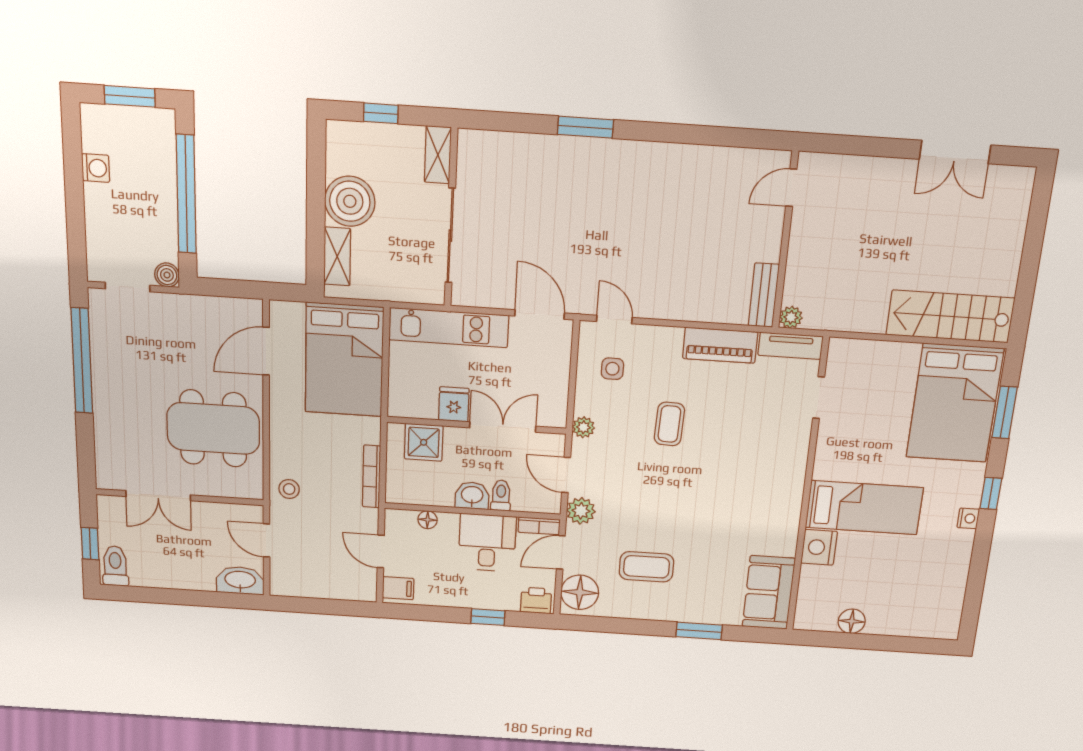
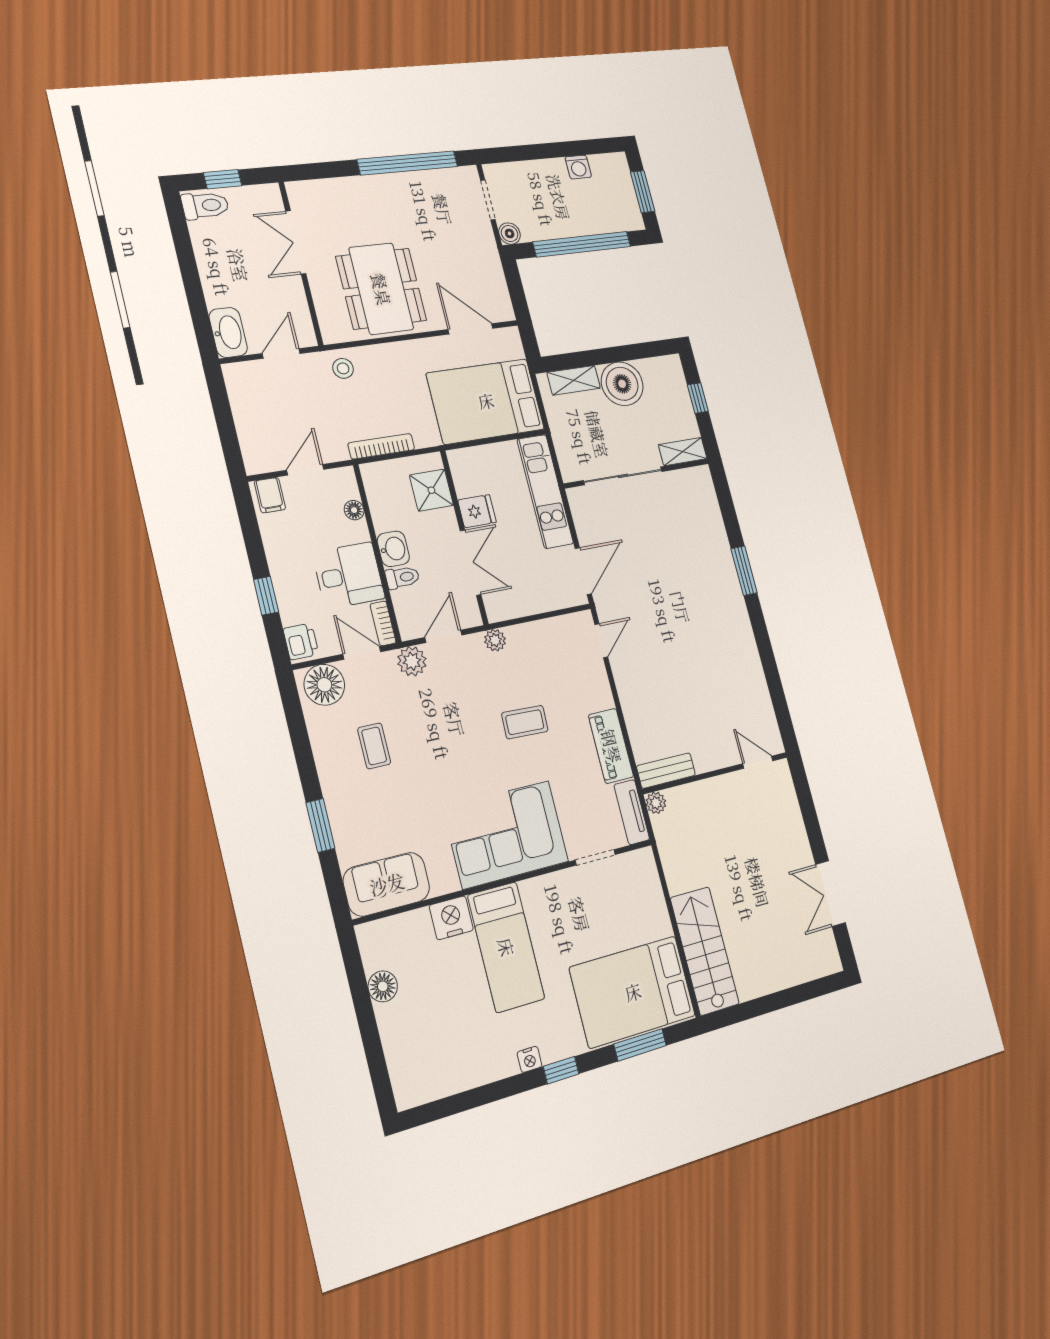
side table: (612, 369) -> (558, 652), removed
corner sofa: (766, 475) -> (506, 835), added
coffee table: (646, 567) -> (374, 746), width x0.73, depth x0.77

